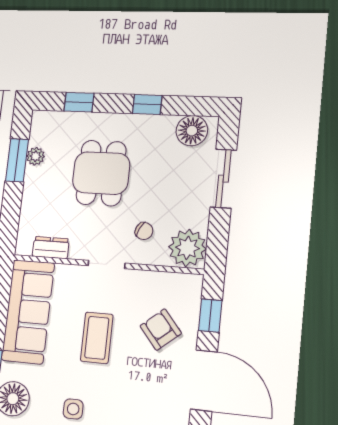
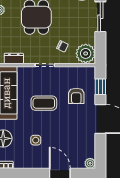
armchair: (161, 330) -> (76, 96), turned -140
coffee table: (97, 338) -> (44, 103), turned 90

